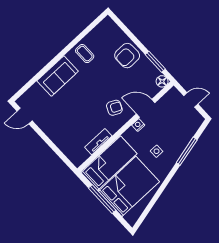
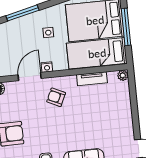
door: (146, 108) -> (30, 77), swing flipped
plant: (77, 161) -> (123, 75), added

